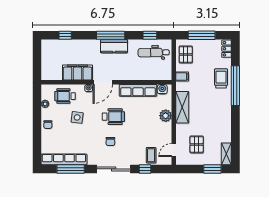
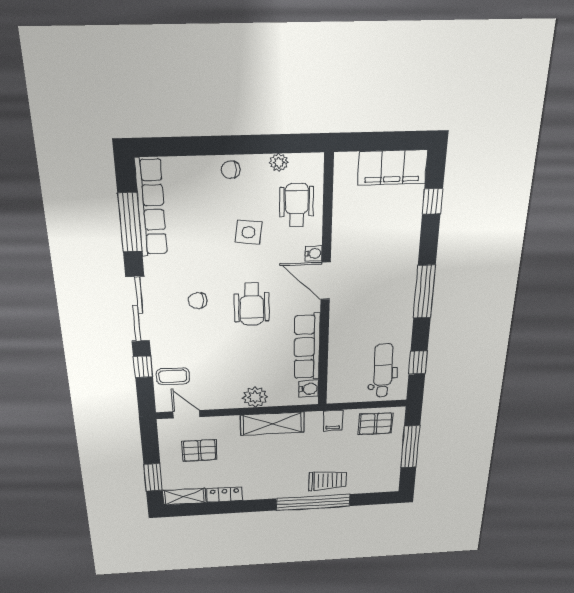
kitchen counter: (114, 46) -> (401, 299), removed
locker: (227, 49) -> (225, 495), moved
filing cabinet: (77, 72) -> (392, 167), moved, turned 90

